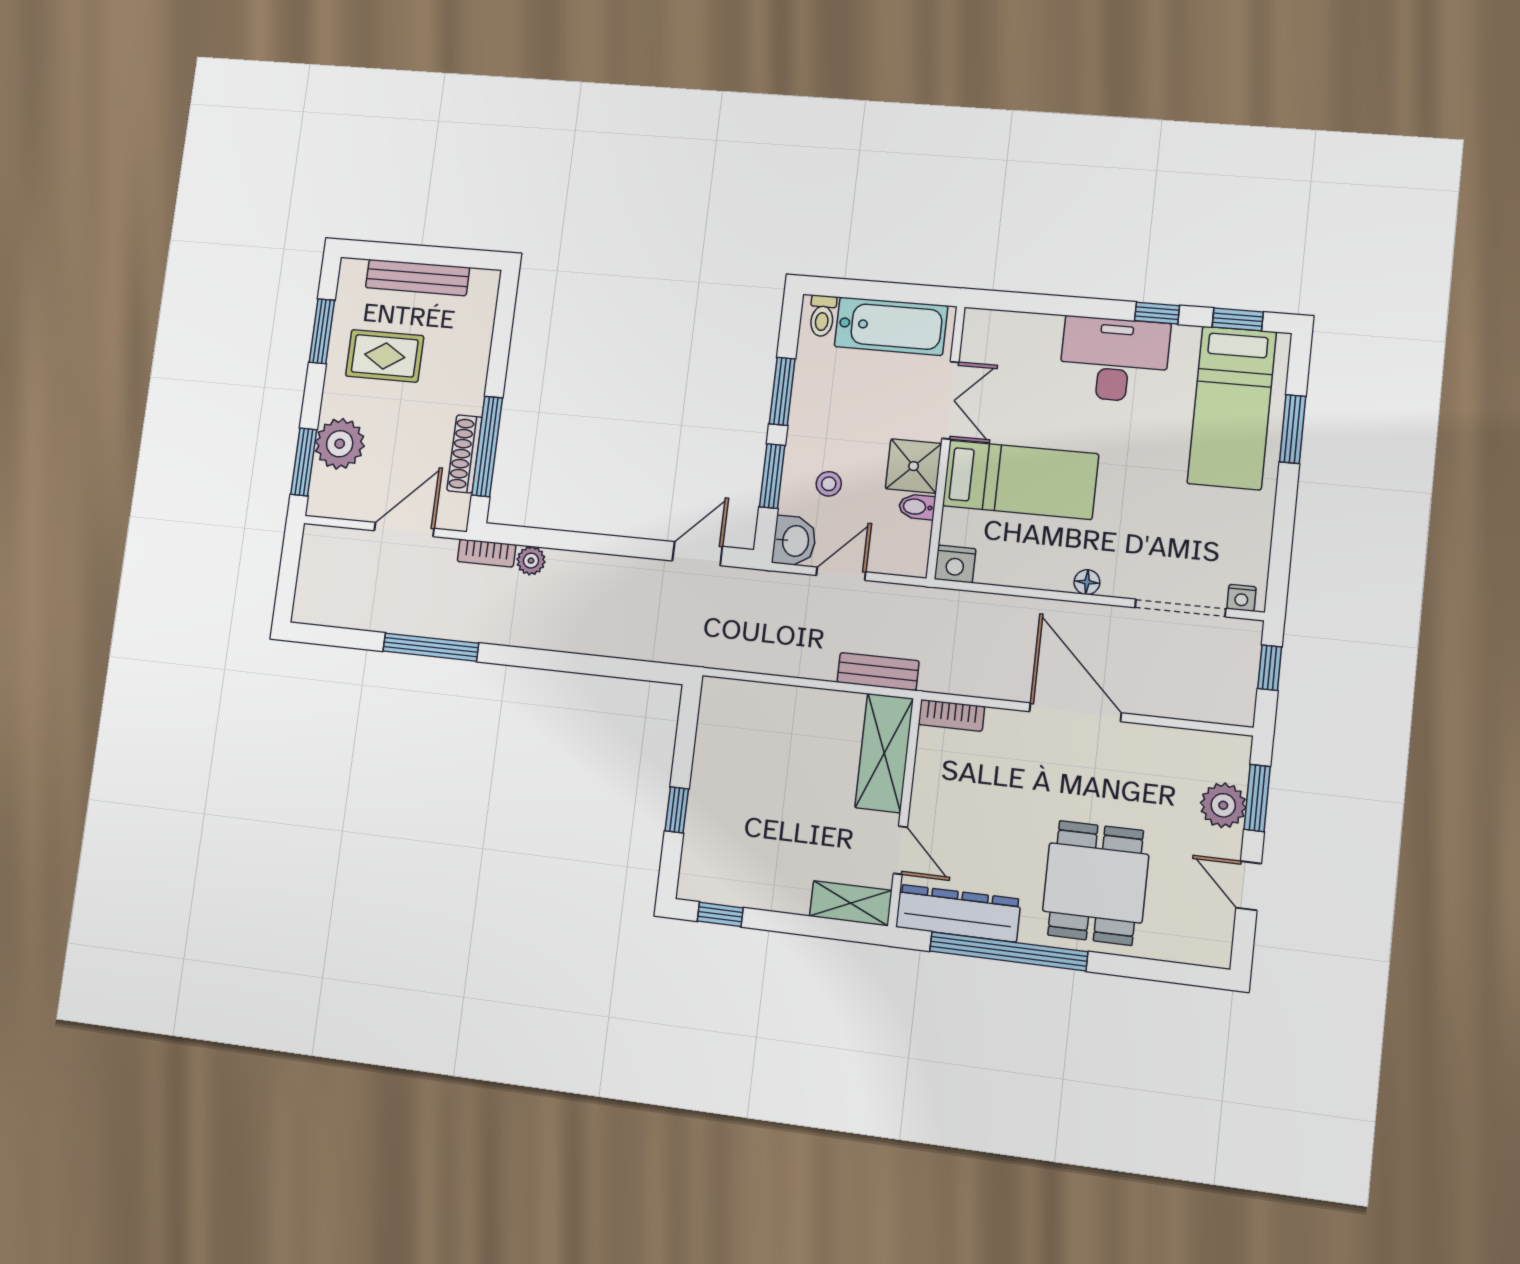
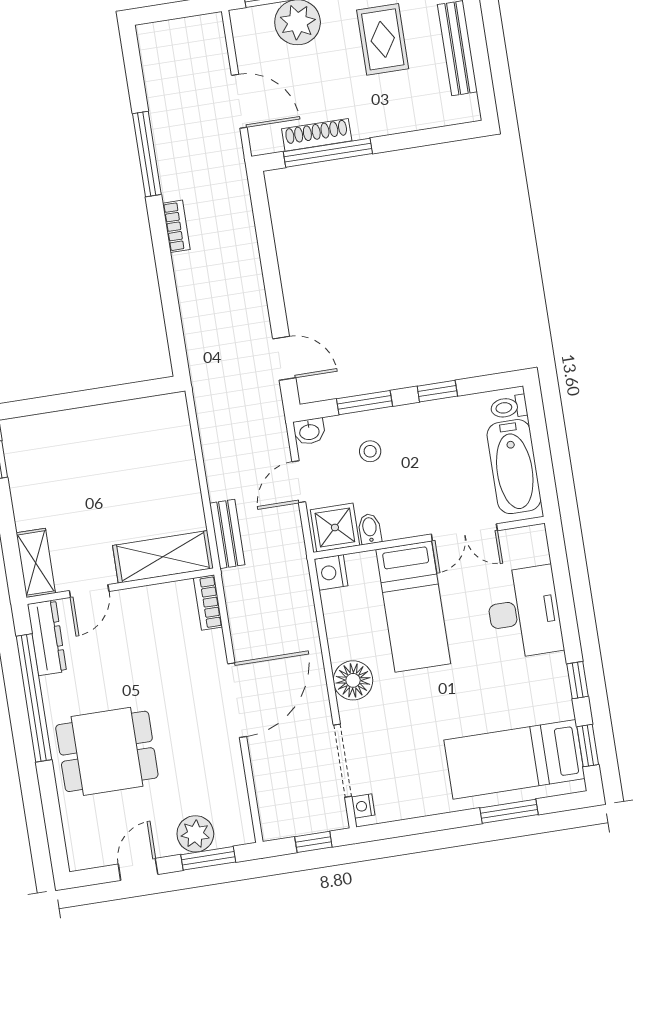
desk: (1114, 359) -> (524, 612), moved
window: (782, 391) -> (437, 391), width x0.67
shower: (914, 466) -> (335, 528), moved
washbasin: (794, 541) -> (309, 431), width x0.72, depth x0.69
bookcase: (487, 553) -> (176, 226), moved, turned 180
plant: (531, 561) -> (242, 219), removed
door: (841, 574) -> (299, 482), swing flipped
floor lamp: (1087, 582) -> (353, 680), width x1.89, depth x1.89
window: (677, 810) -> (70, 401), removed
dresser: (958, 913) -> (47, 638), width x0.73, depth x0.80

